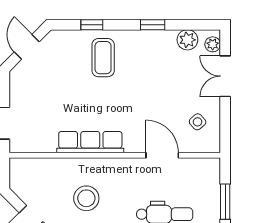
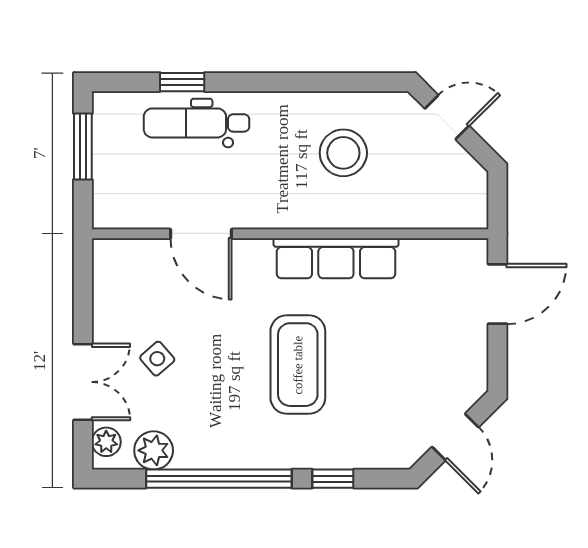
window: (153, 25) -> (219, 479), width x3.17
coffee table: (103, 58) -> (298, 365), moved, width x1.36, depth x1.32
side table: (198, 122) -> (157, 359), moved

